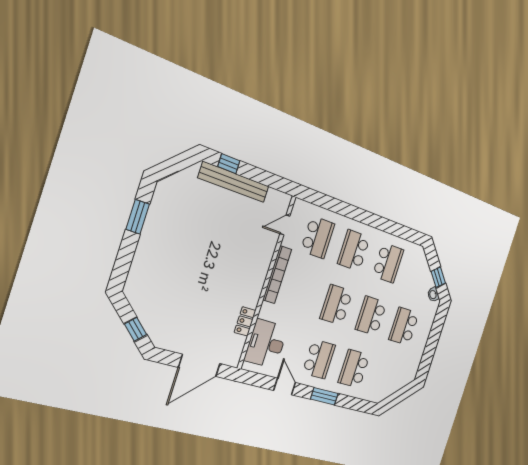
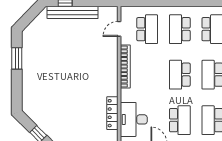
locker: (245, 321) -> (112, 113), width x1.53

